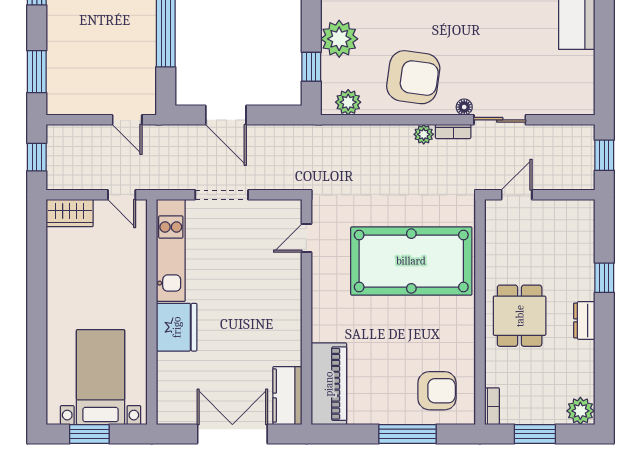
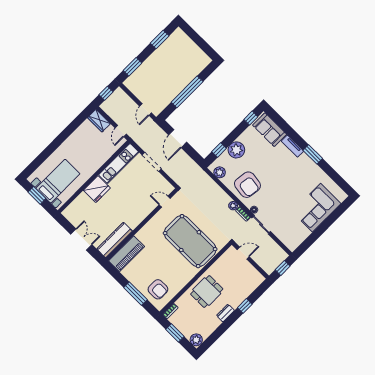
kitchen counter: (287, 396) -> (115, 240), width x1.50
double door: (232, 434) -> (81, 239), width x0.73

